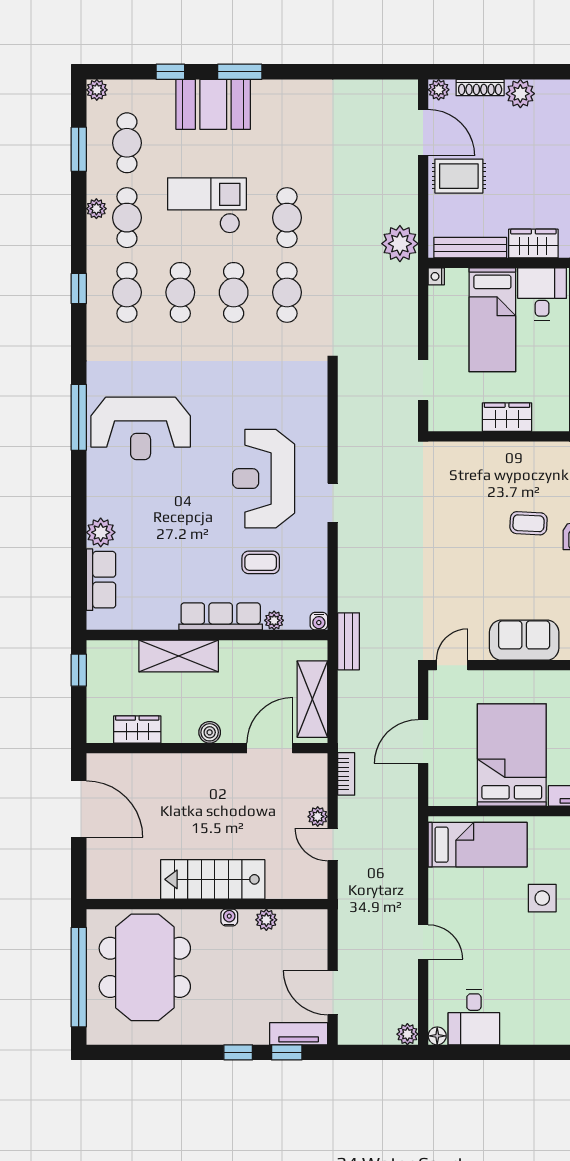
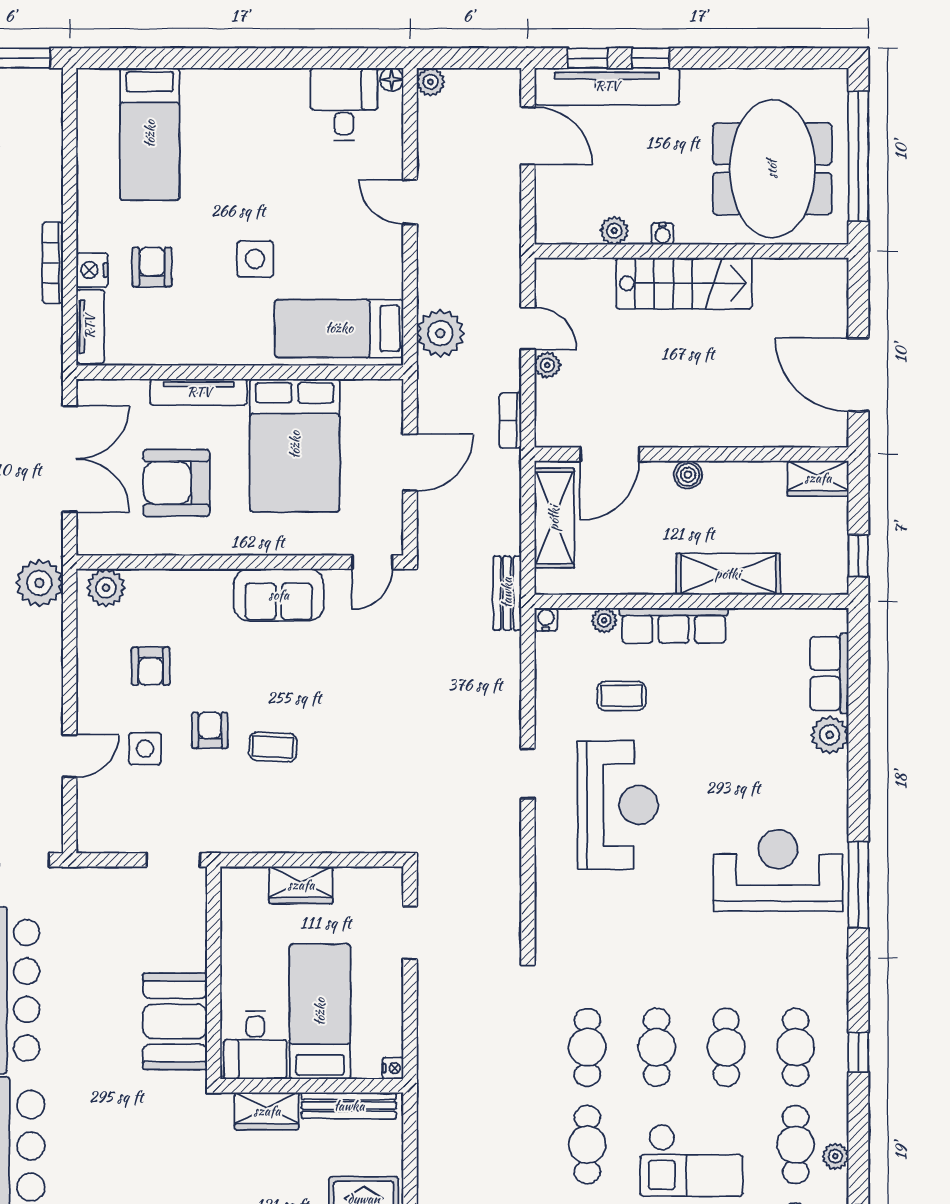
plant: (400, 244) -> (440, 333), moved
wardrobe: (137, 729) -> (818, 478), moved
tv unit: (299, 1034) -> (607, 86), width x1.92, depth x1.29

